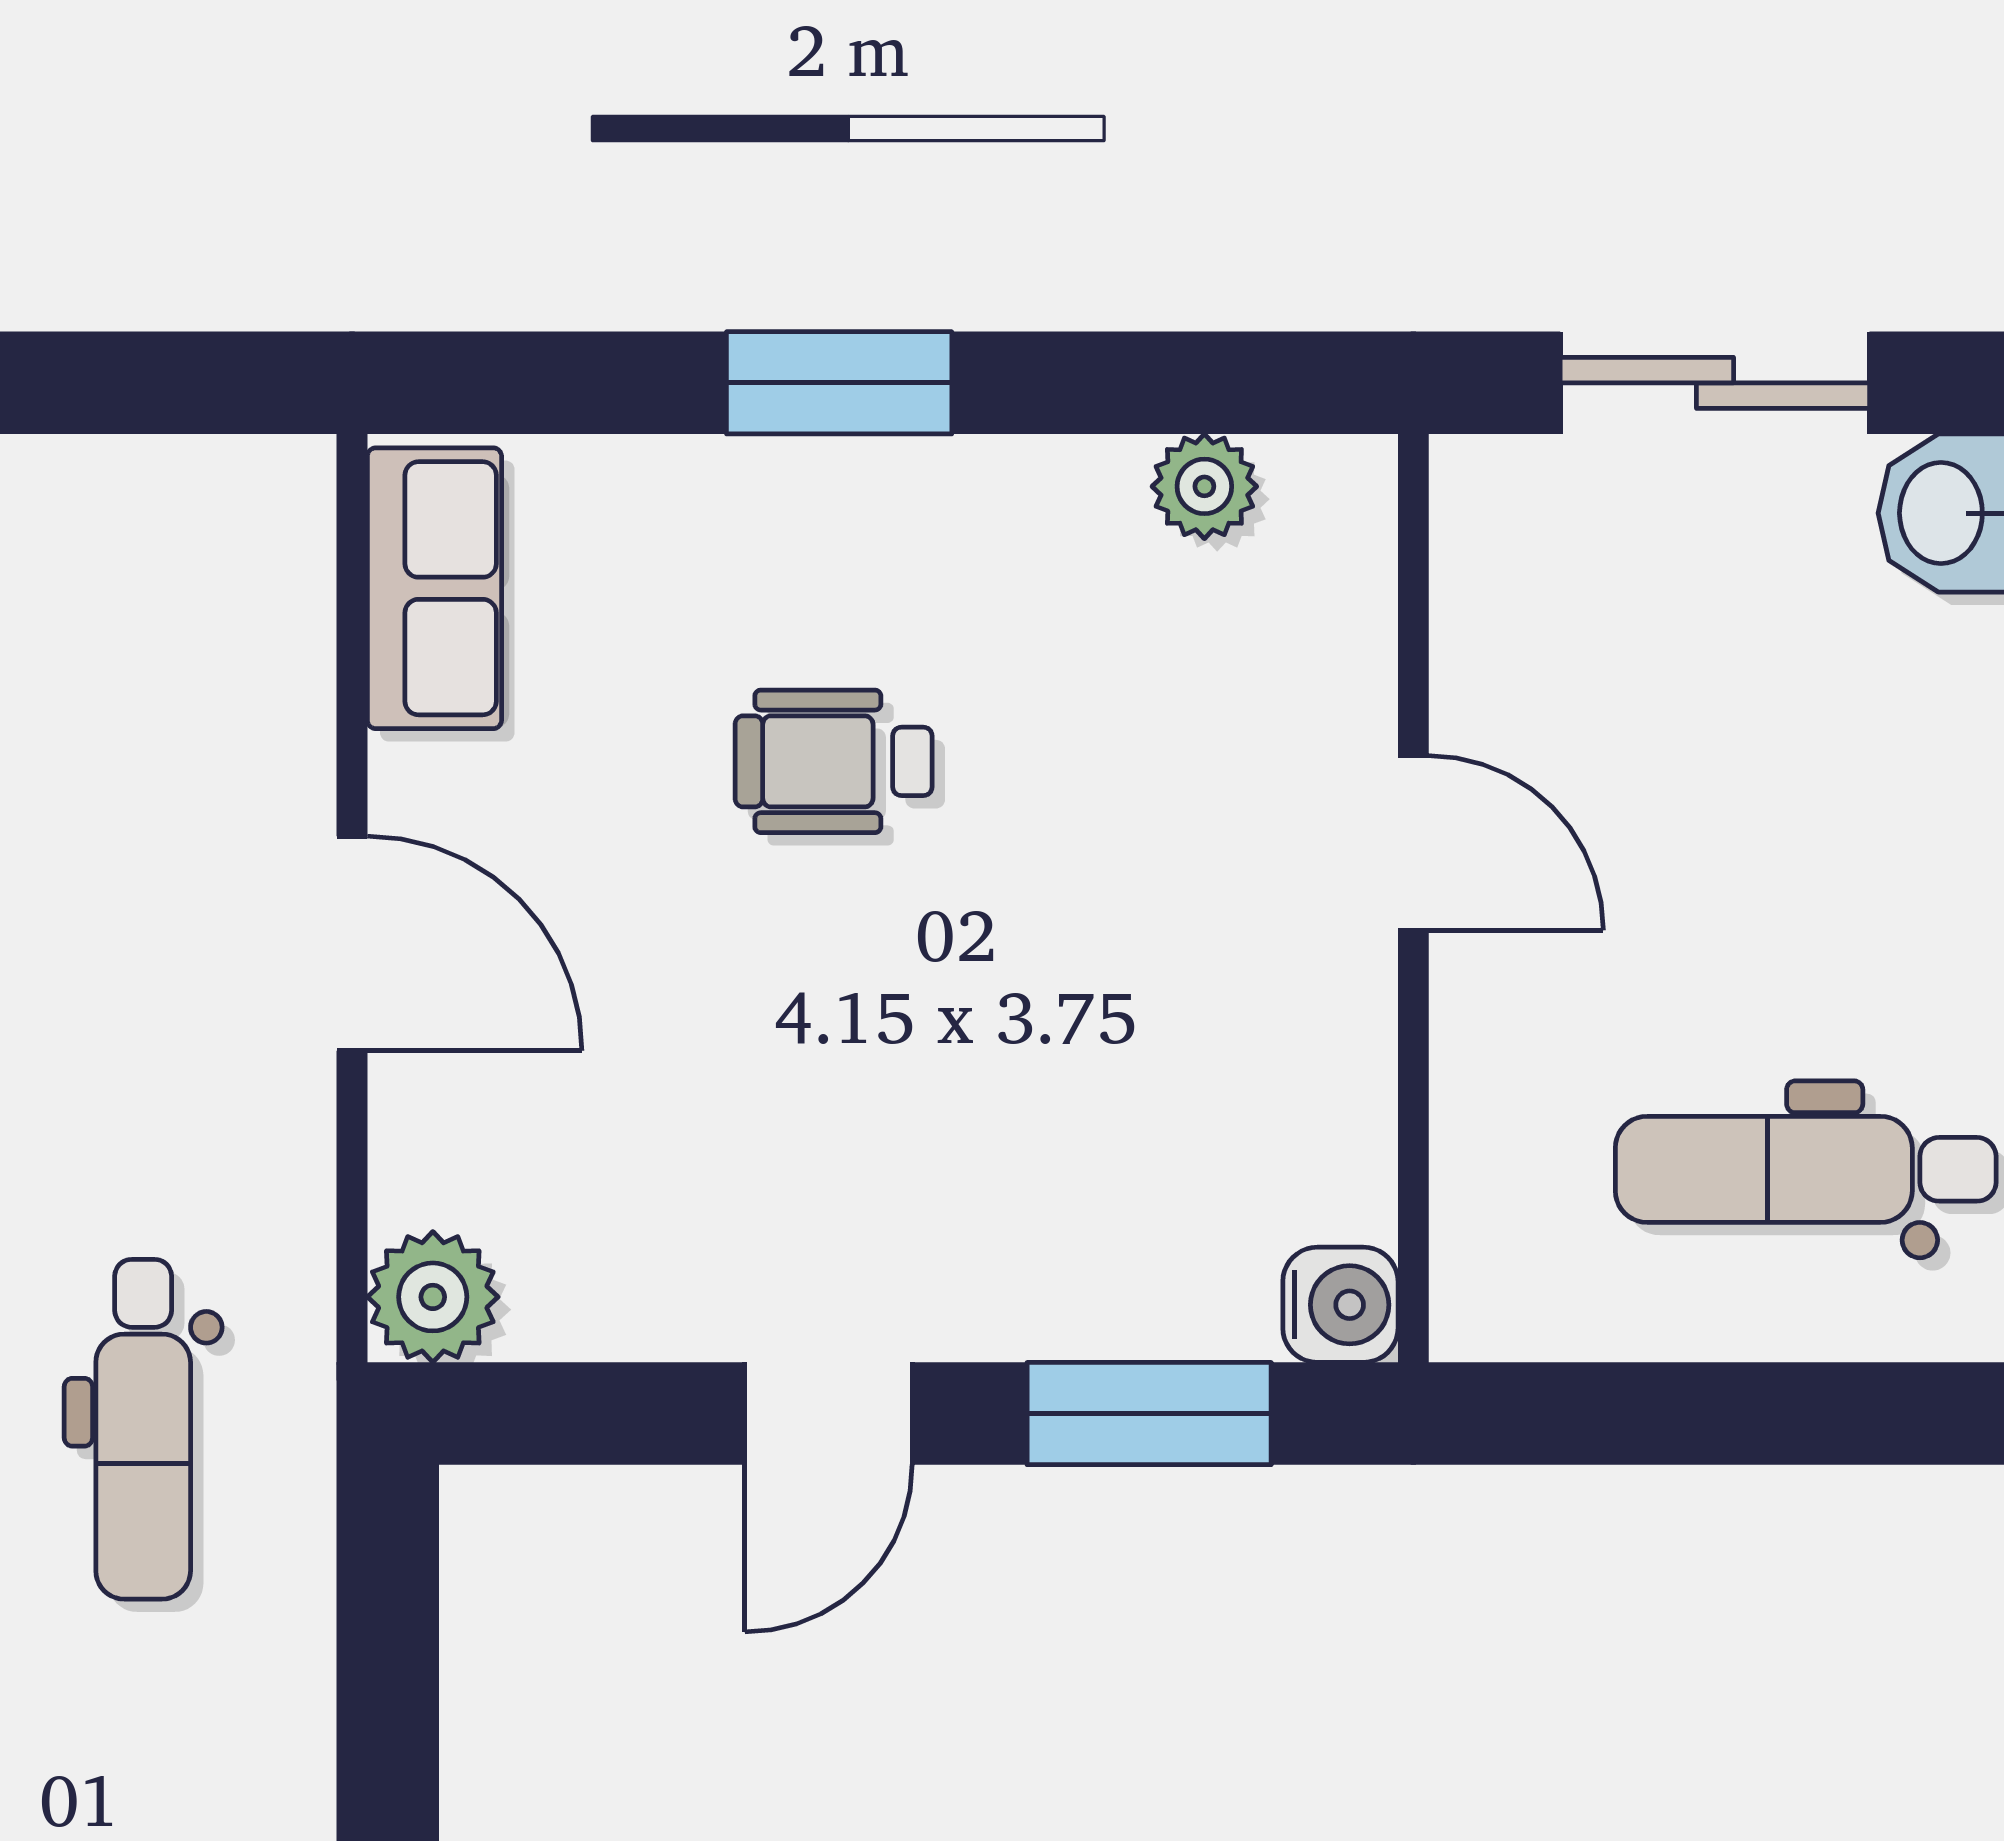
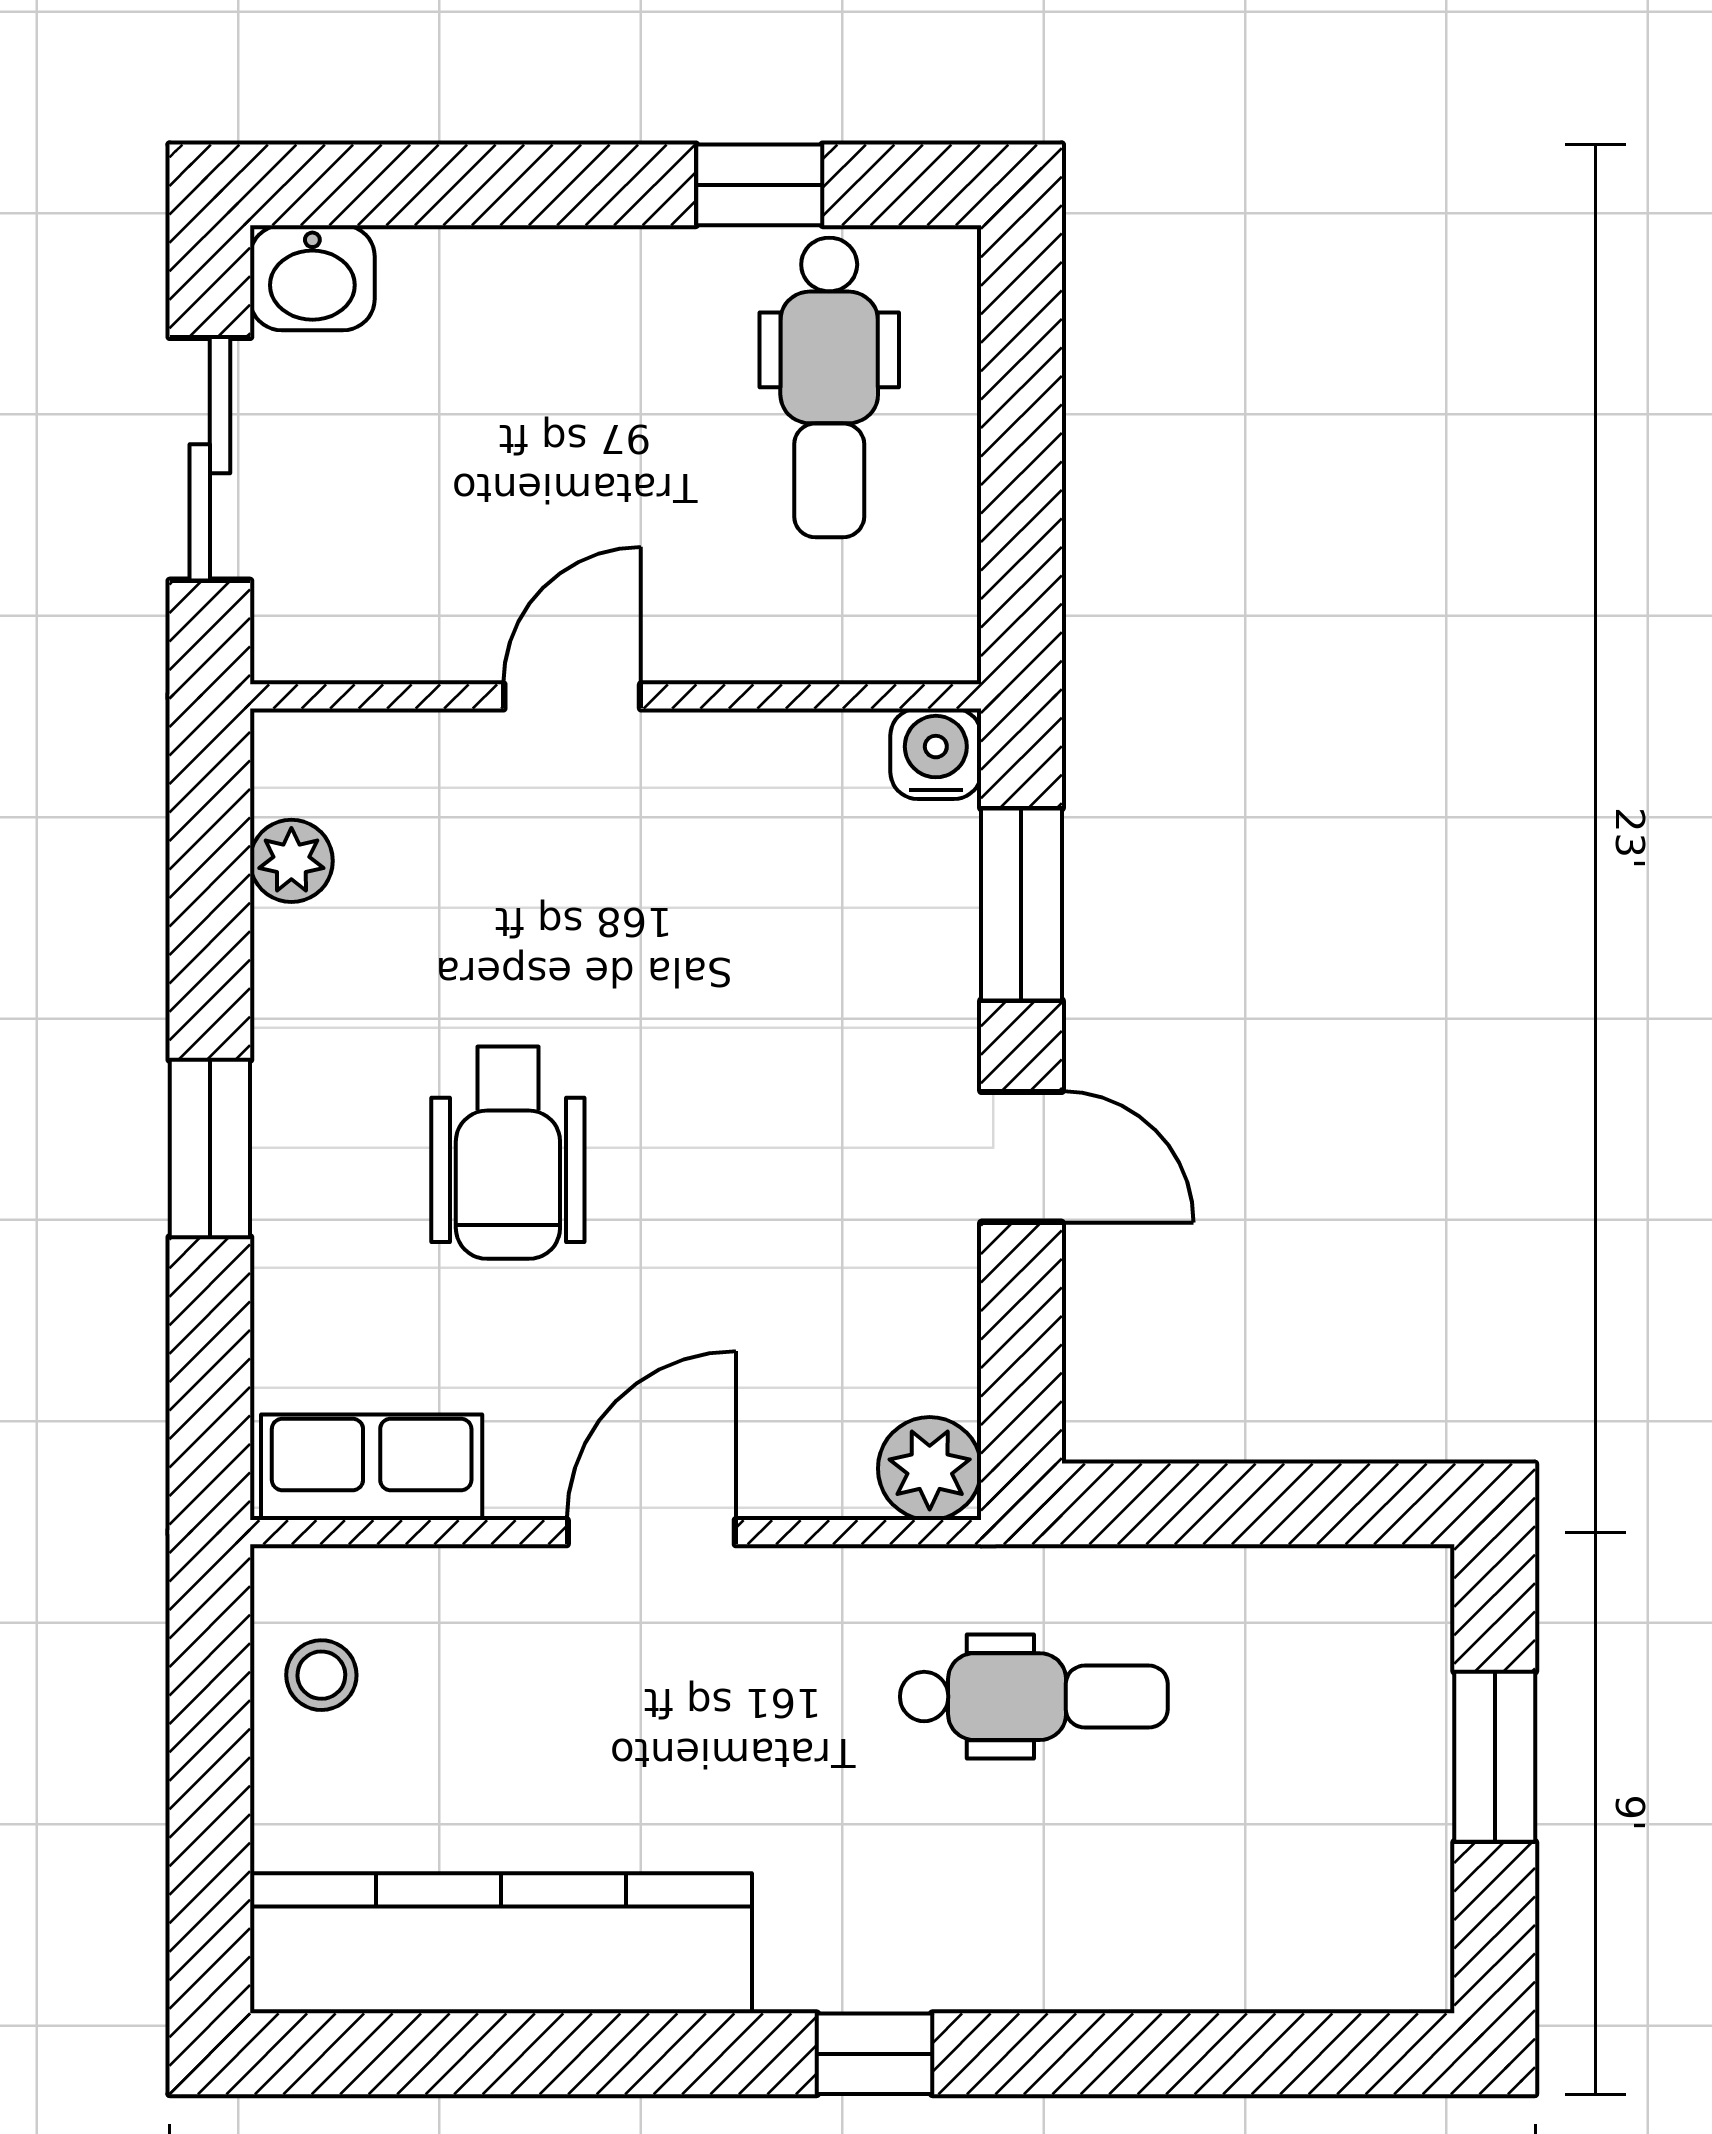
stool: (170, 524) -> (321, 1675), added
wheelchair: (834, 761) -> (508, 1153), width x1.36, depth x1.37

